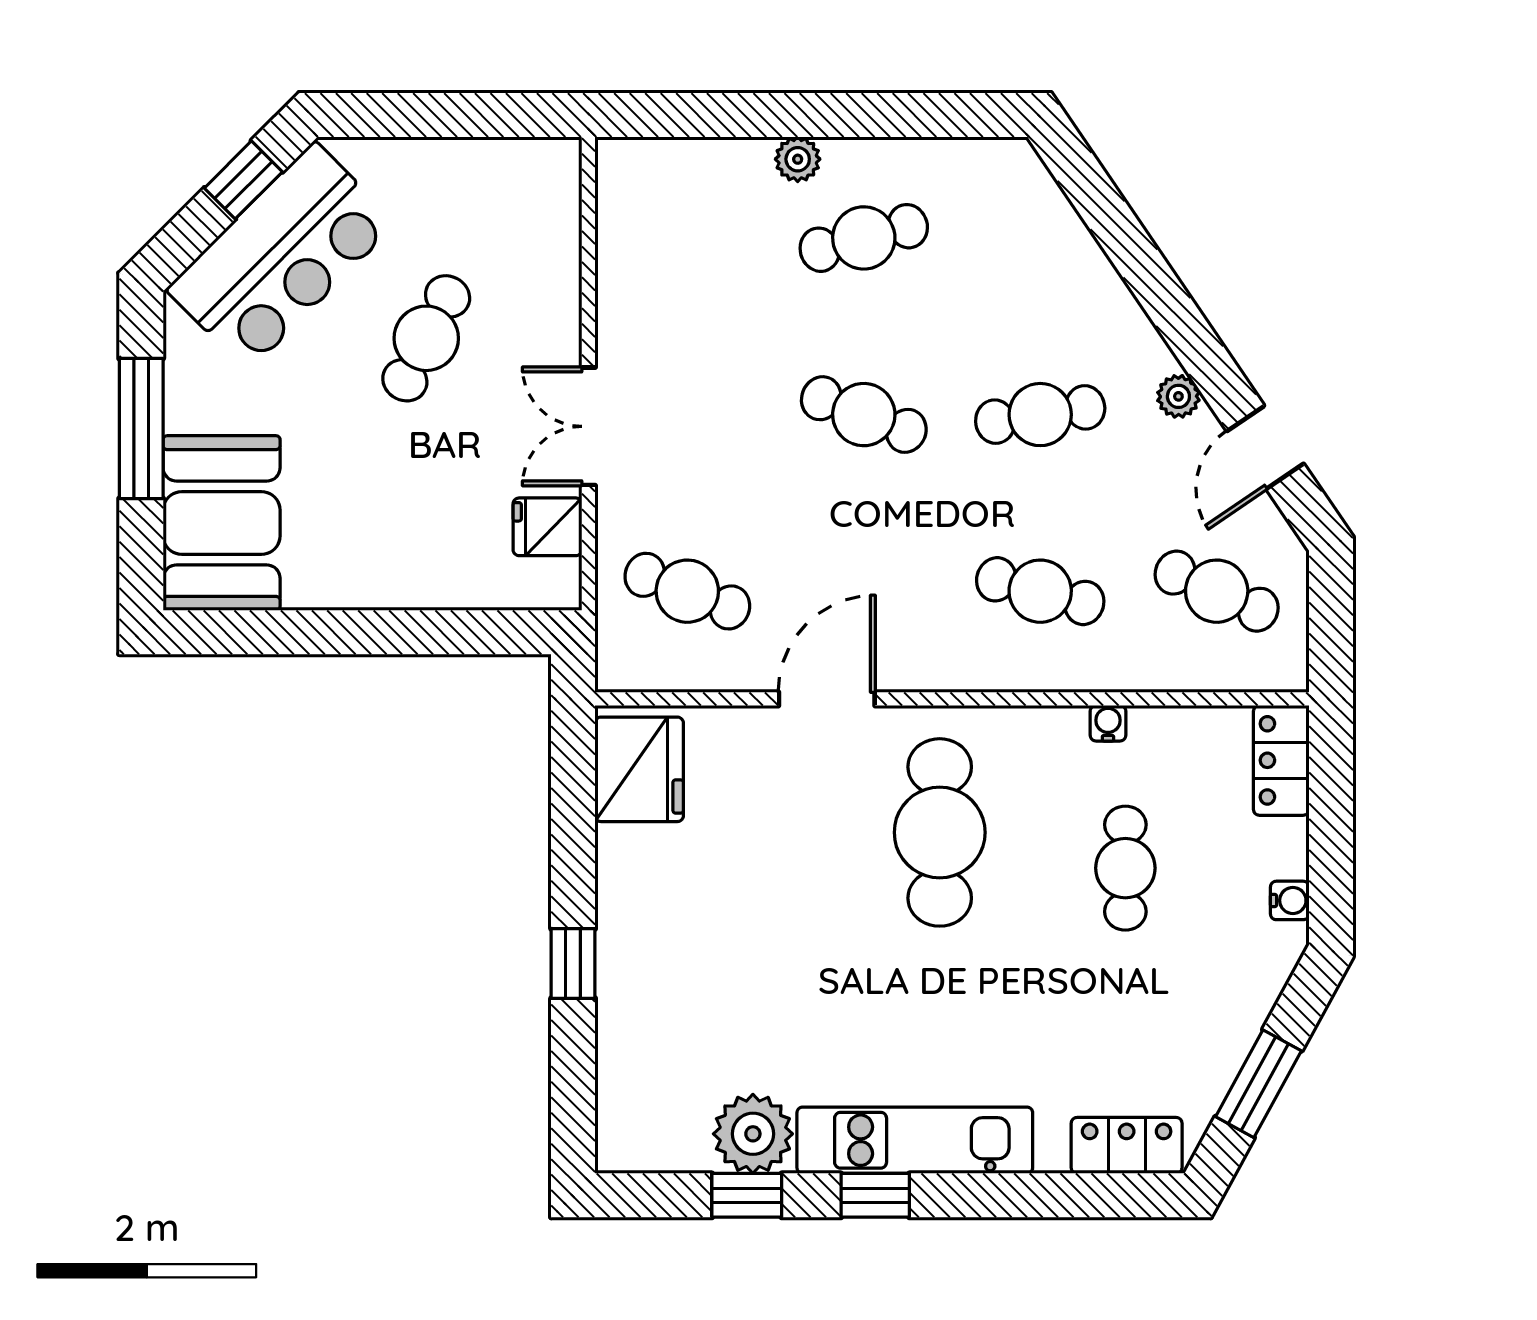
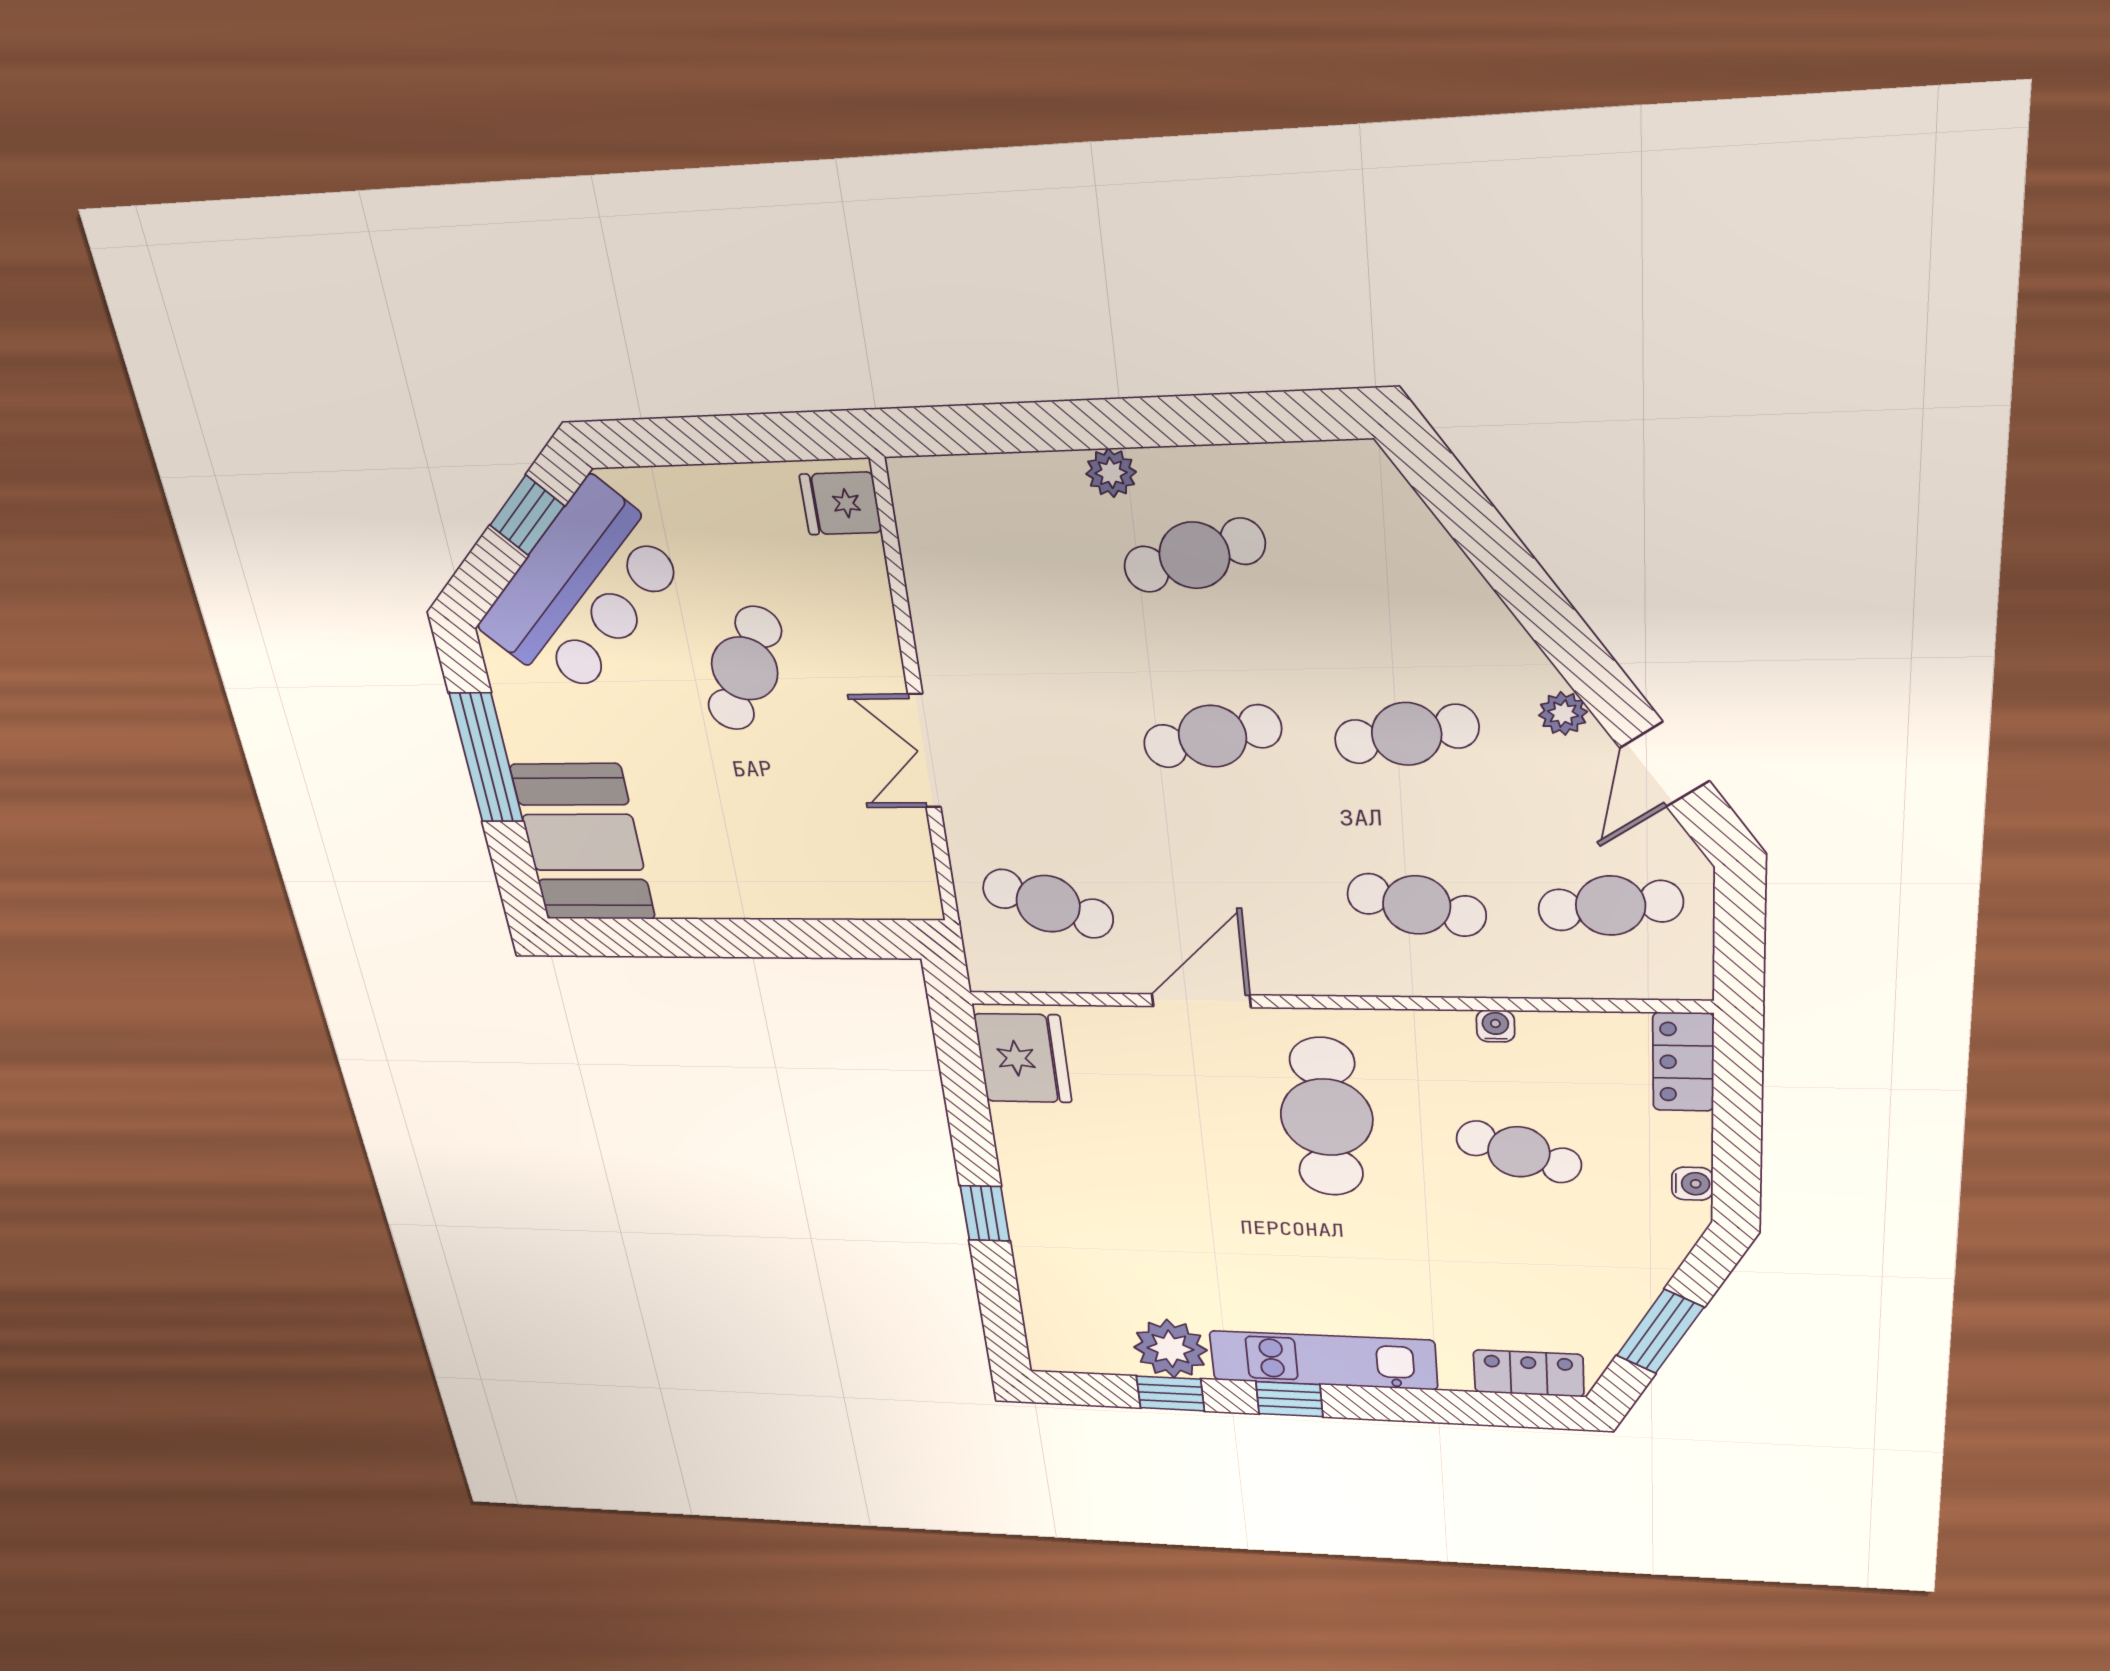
cafe table: (864, 415) -> (1212, 736), turned -33
fridge: (547, 527) -> (841, 503), moved
cafe table: (1217, 591) -> (1611, 906), turned -30
cafe table: (1125, 868) -> (1519, 1152), turned -70

